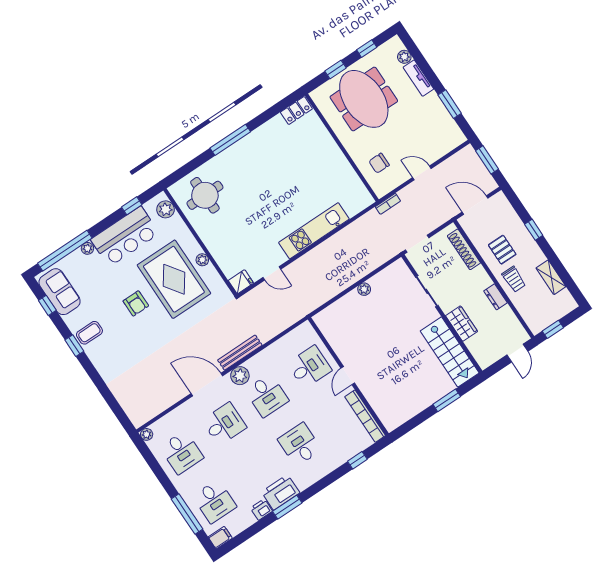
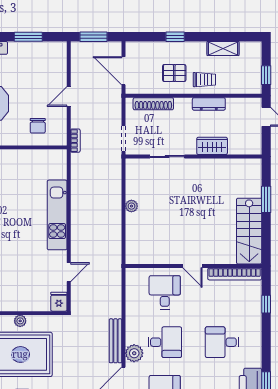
door: (475, 205) -> (124, 71), hinge flipped
dresser: (496, 297) -> (209, 104), width x1.44
stairs: (450, 352) -> (249, 231), moved, turned 90

